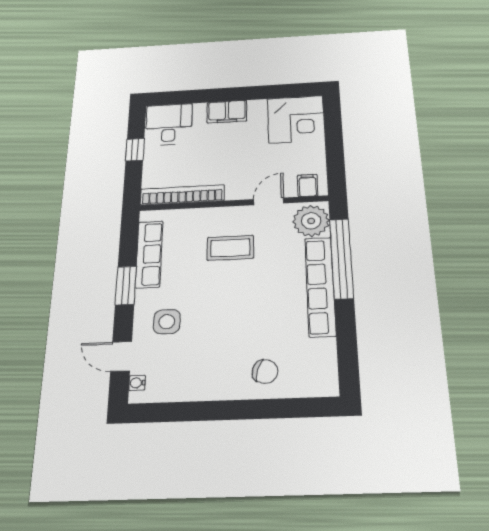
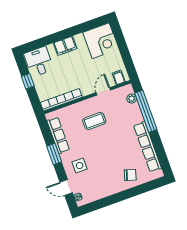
plant: (311, 221) -> (132, 98), width x0.53, depth x0.53
row of seats: (320, 286) -> (148, 147), moved

